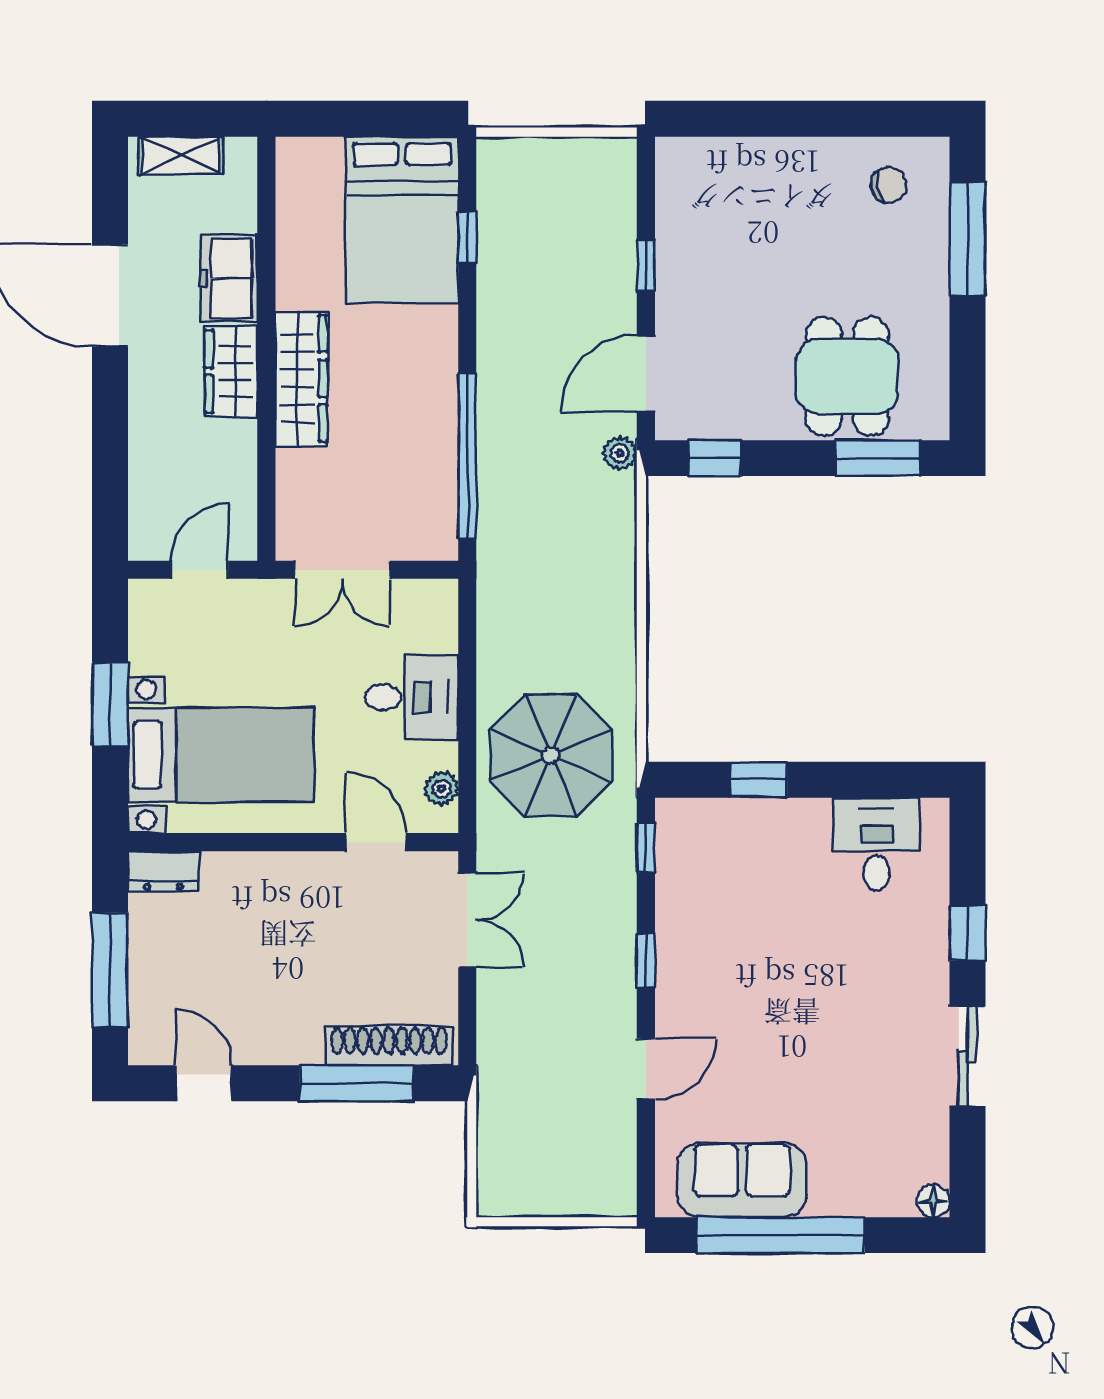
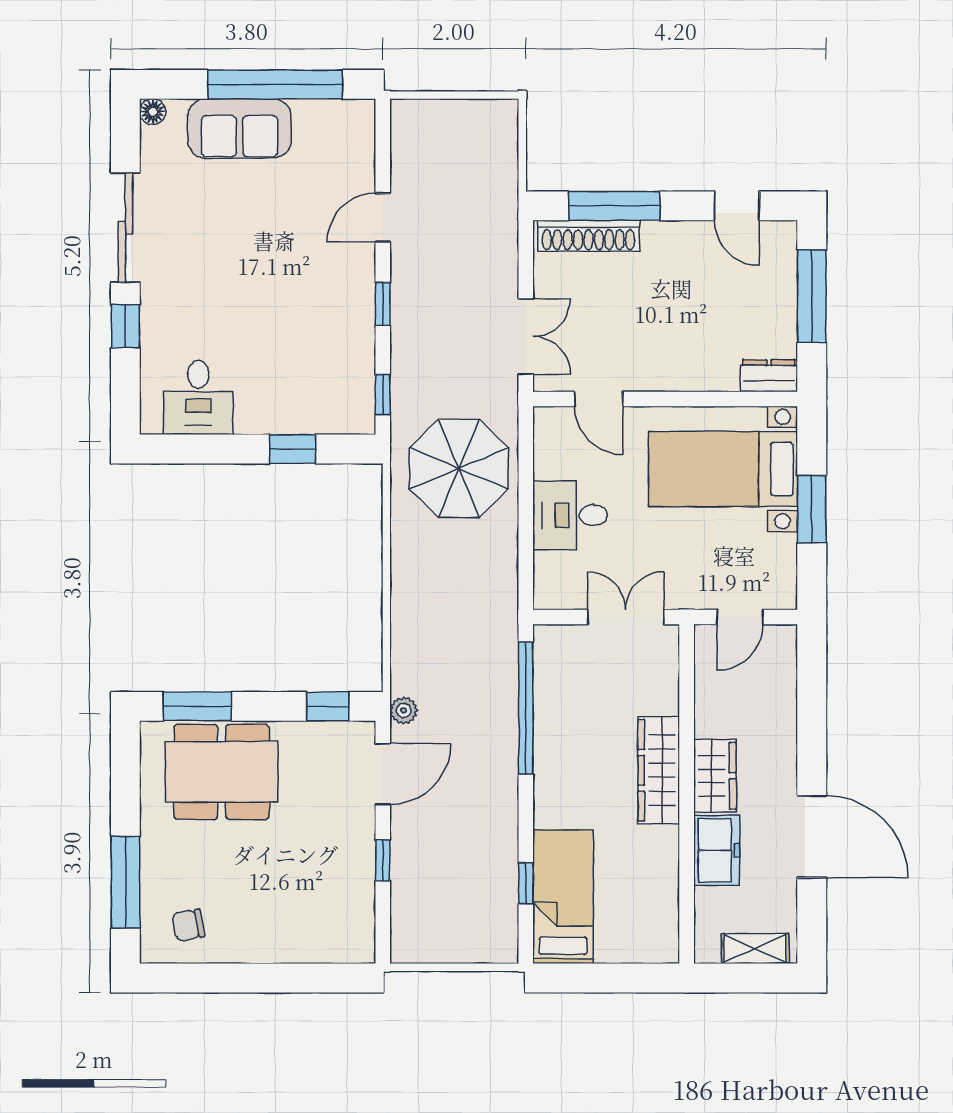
bed: (402, 220) -> (563, 897), width x0.67
dining table: (847, 376) -> (222, 772), width x1.38
plant: (441, 789) -> (547, 442), removed
double door: (467, 920) -> (526, 337), swing flipped
sliding door: (967, 1056) -> (125, 228), width x1.37
sofa: (742, 1180) -> (239, 129), moved

